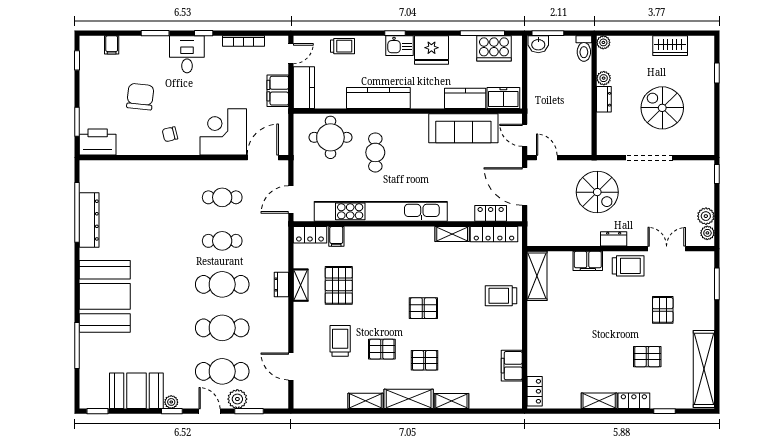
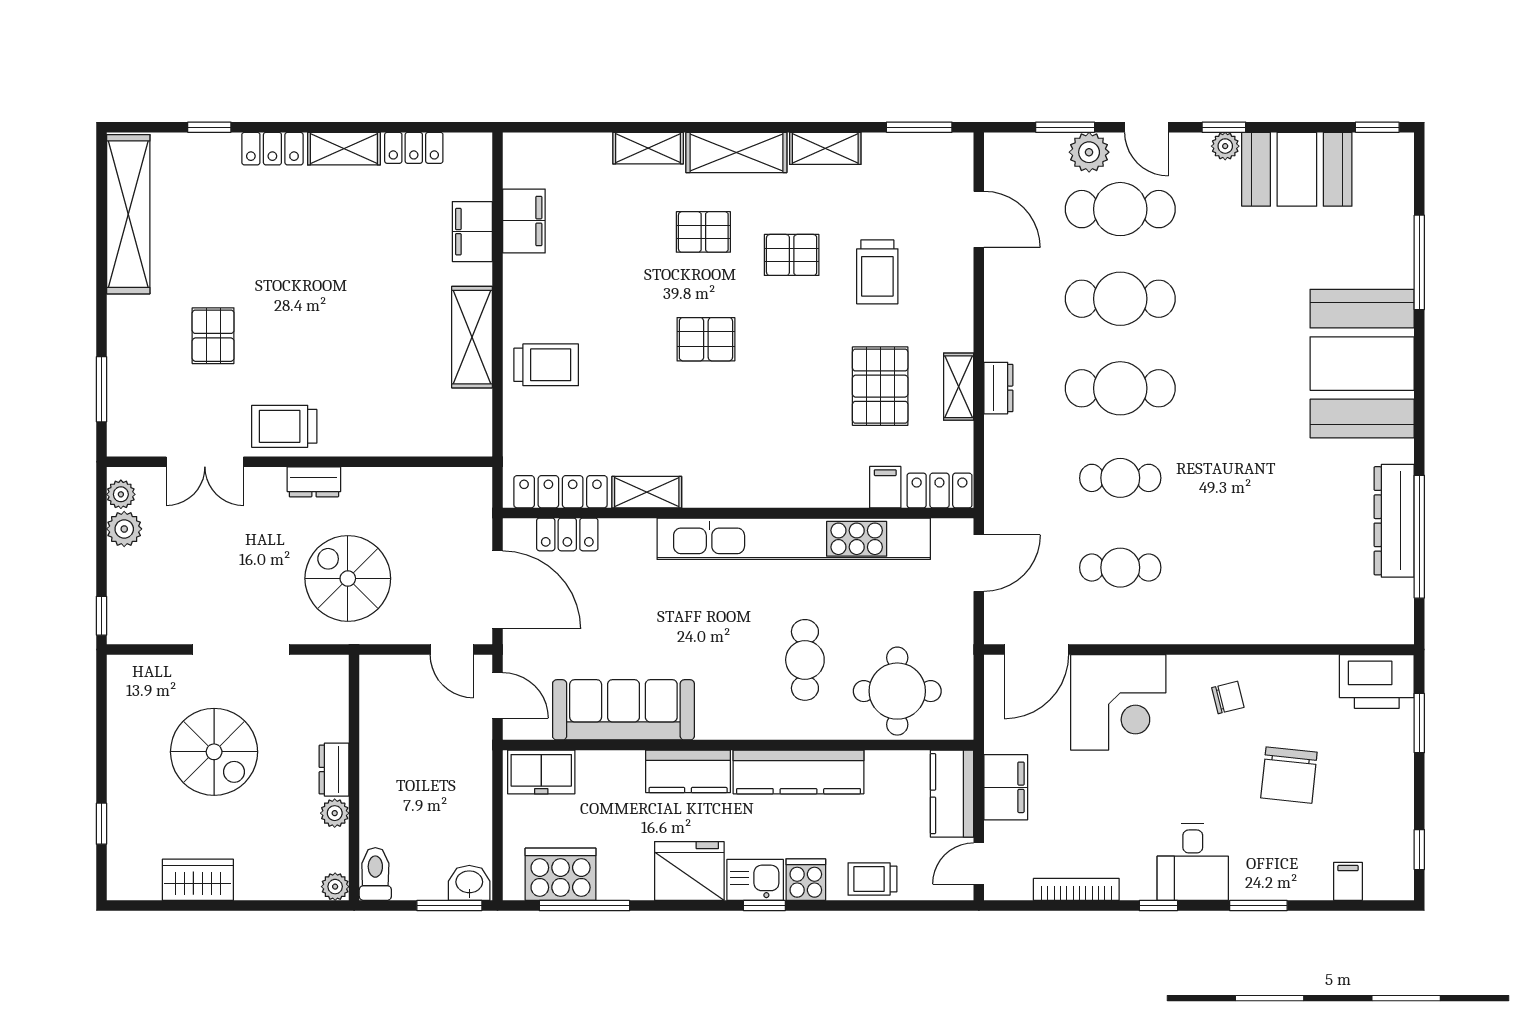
cooker: (375, 46) -> (806, 880), added
kitchen counter: (465, 98) -> (688, 771), moved
filing cabinet: (588, 261) -> (472, 232), moved, turned -90
shelving: (537, 276) -> (472, 337), moved
pallet: (647, 357) -> (245, 240), removed
locker: (535, 391) -> (414, 148), moved, turned -90
window: (320, 411) -> (919, 127), added

